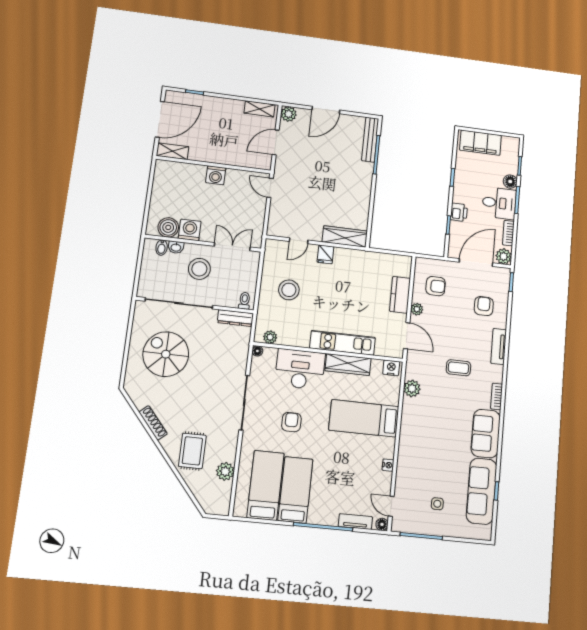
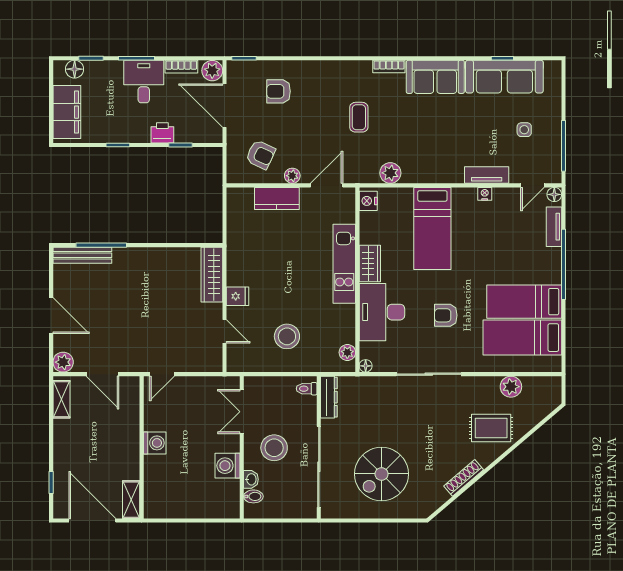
floor lamp: (510, 182) -> (75, 69), moved
boiler: (168, 227) -> (228, 492), removed
armchair: (436, 286) -> (261, 155), turned 115
tv unit: (499, 346) -> (487, 175), moved, turned 180
wardrobe: (348, 364) -> (370, 263), width x0.67

